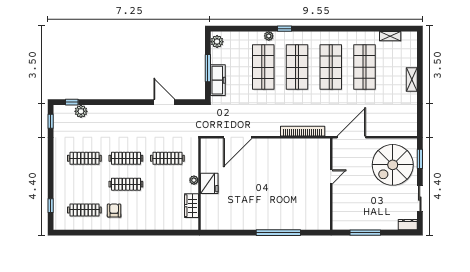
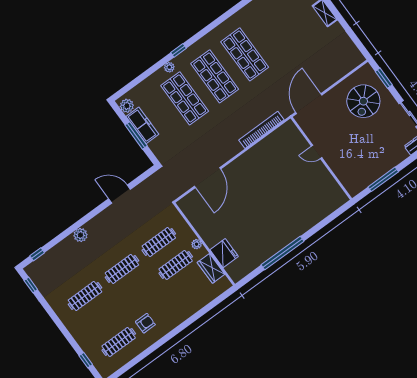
shop shelf: (364, 67) -> (275, 32), removed
freezer: (218, 80) -> (142, 125), moved
plant: (81, 111) -> (81, 235), moved
spiral stairs: (393, 165) -> (363, 101), width x0.73, depth x0.73
door: (331, 177) -> (317, 152), swing flipped
fridge: (209, 183) -> (224, 253), moved
clothes rail: (126, 184) -> (176, 265), moved
armchair: (114, 211) -> (145, 323), turned 90
window: (278, 233) -> (282, 253), moved

